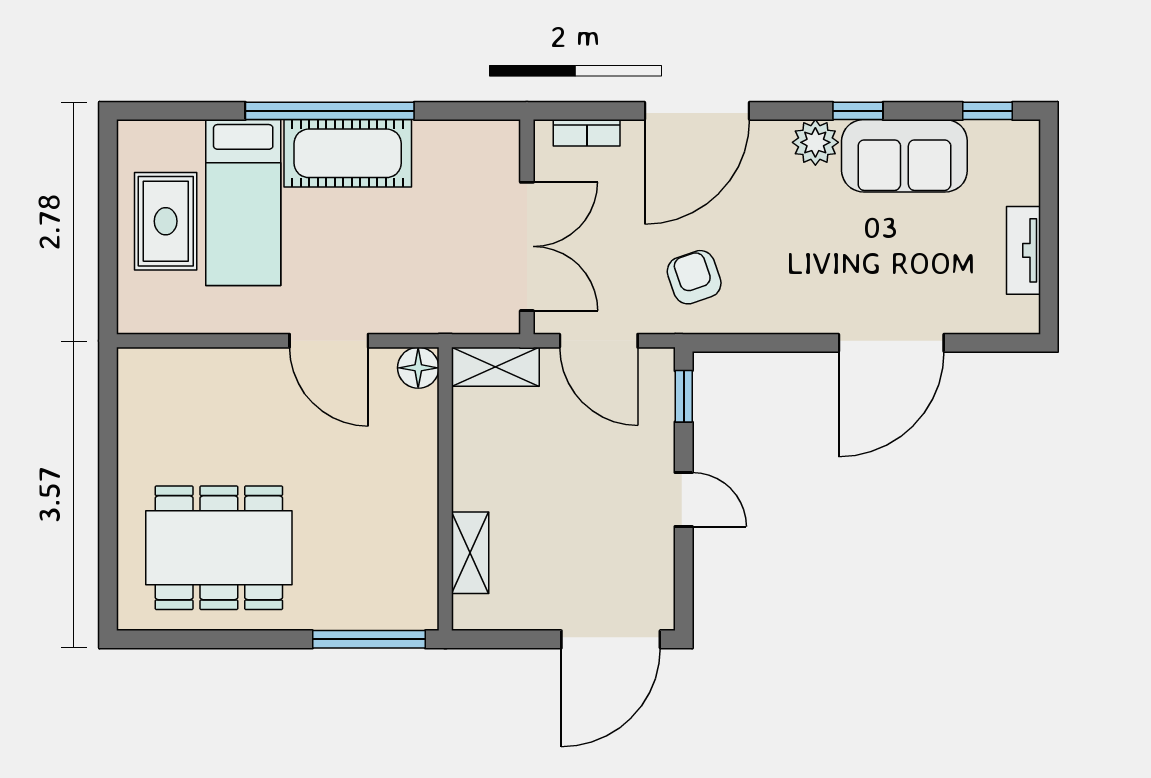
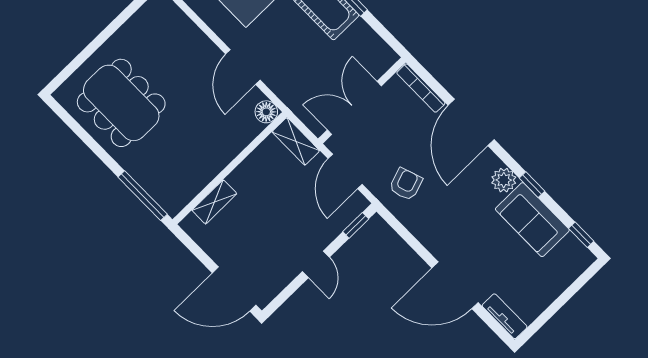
door: (697, 111) -> (471, 122), hinge flipped
bookcase: (587, 133) -> (421, 88), width x1.56
double door: (527, 246) -> (354, 108), swing flipped
tv unit: (1023, 250) -> (505, 316), moved, turned 90

